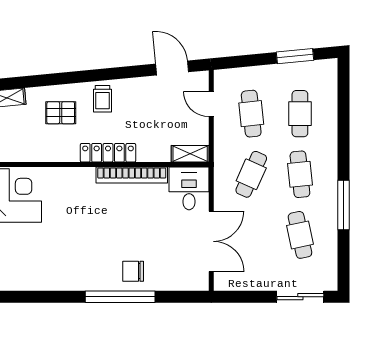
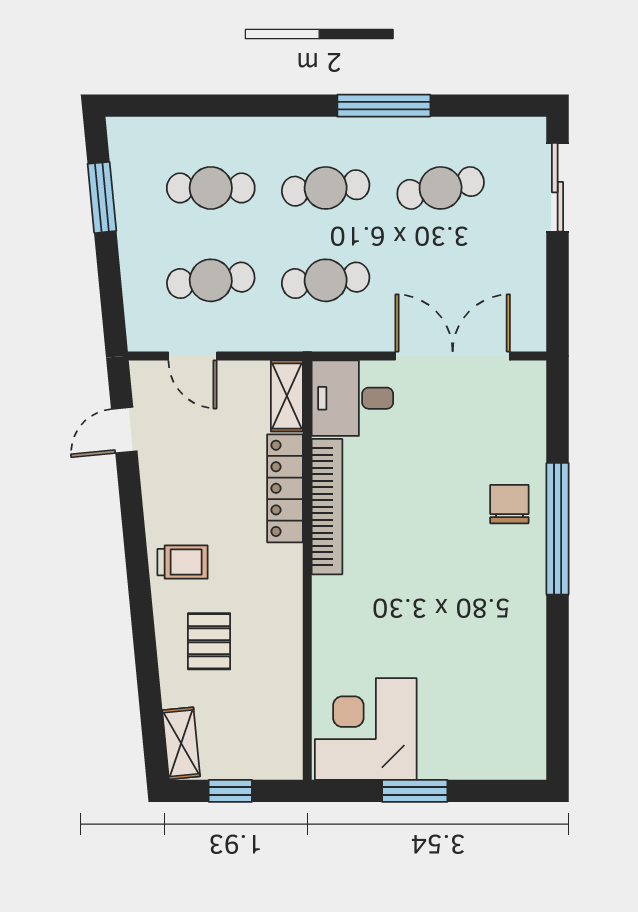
door: (172, 68) -> (124, 430), width x0.73
door: (211, 104) -> (193, 356), hinge flipped
locker: (108, 153) -> (285, 488), moved
cafe table: (251, 174) -> (326, 280), turned -30
chair: (133, 271) -> (509, 504), turned 180

